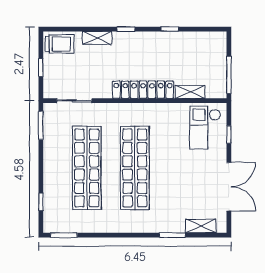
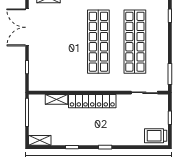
shelving: (97, 38) -> (40, 140), moved
checkout: (205, 127) -> (45, 72), removed

